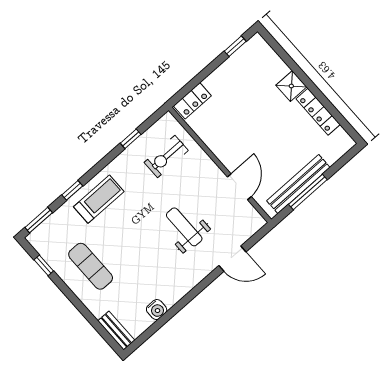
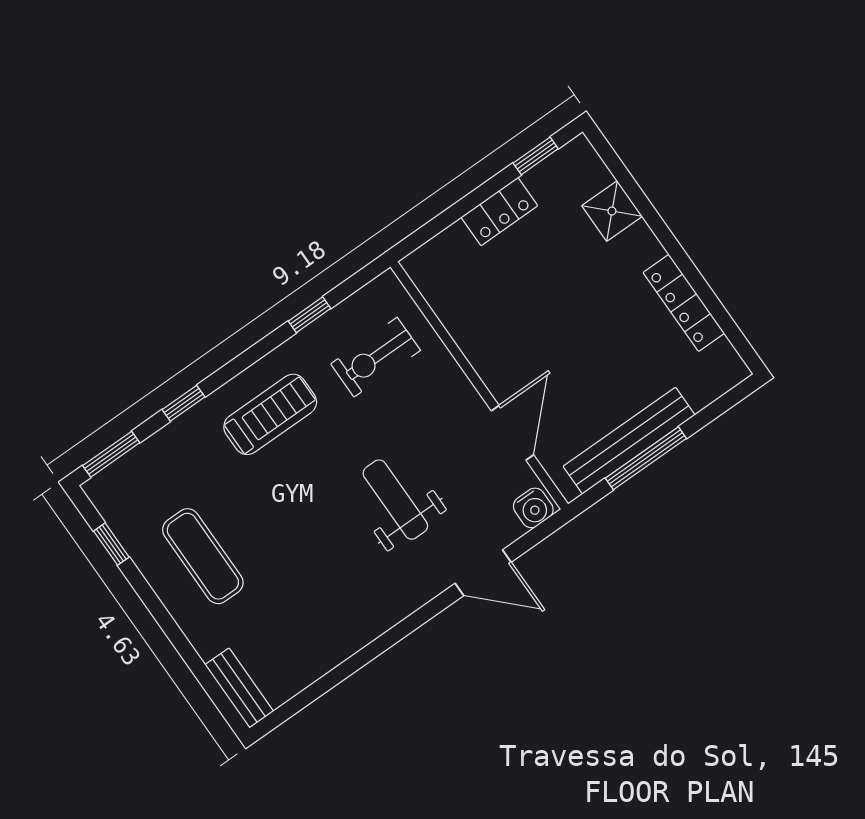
shower: (291, 86) -> (612, 211), moved
locker: (192, 101) -> (499, 211), moved
treadmill: (99, 199) -> (270, 414), moved
water cooler: (157, 310) -> (533, 508), moved

